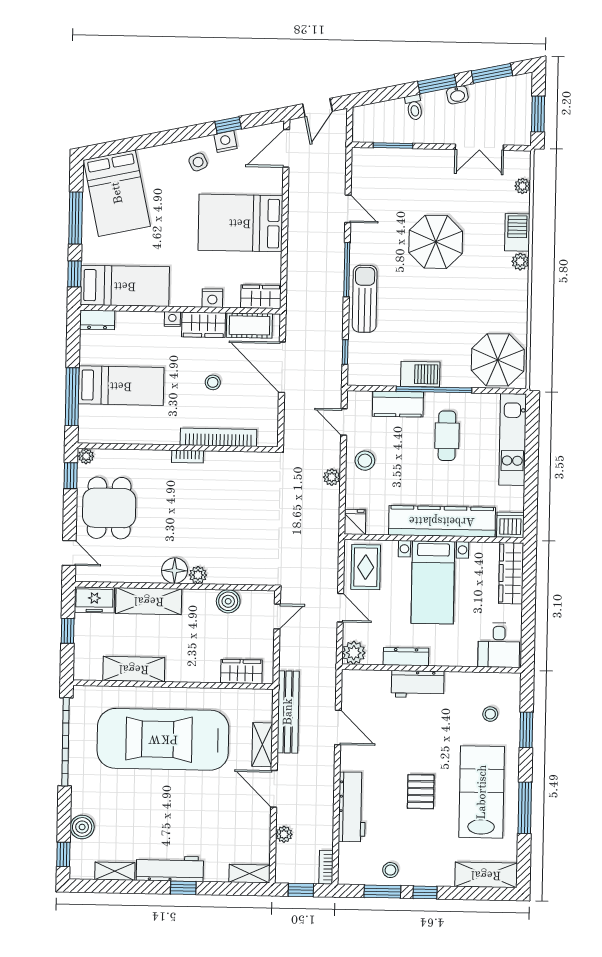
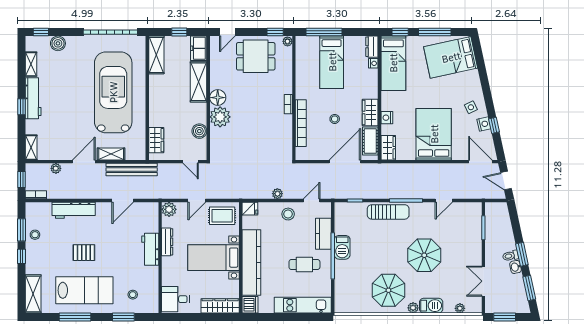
toilet: (414, 107) -> (511, 256), moved
nightstand: (172, 319) -> (373, 63), moved
parasol: (498, 360) -> (388, 290), moved
plant: (198, 575) -> (220, 117), width x1.88, depth x1.88
shelving: (134, 669) -> (156, 55), moved

